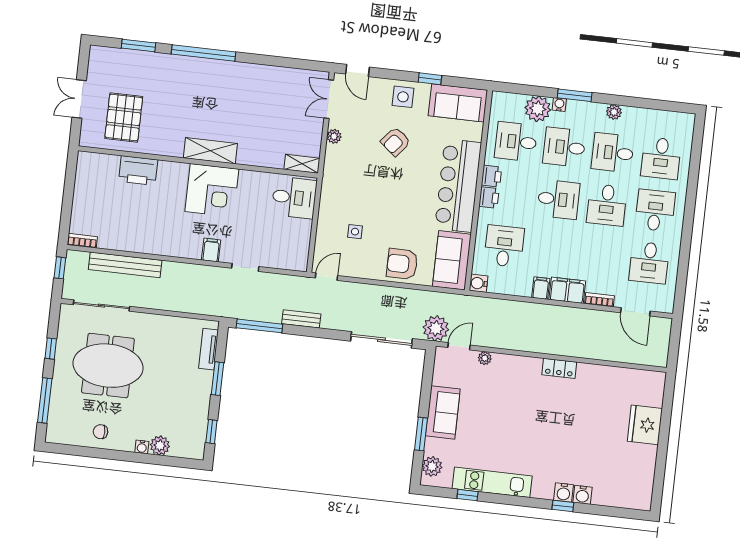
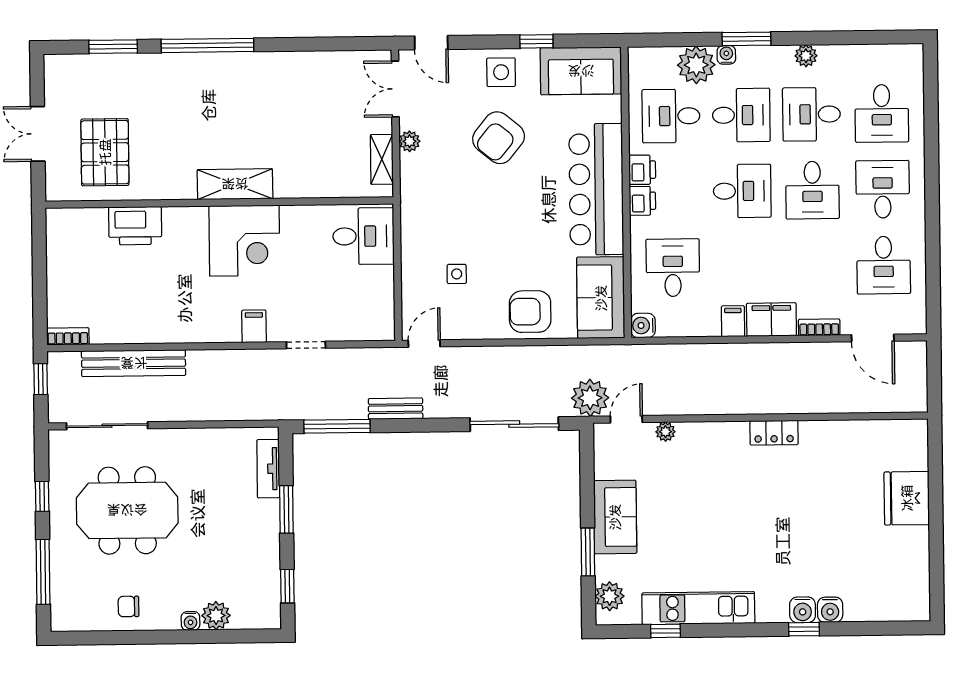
armchair: (396, 142) -> (499, 138), width x1.38, depth x1.38
desk: (564, 147) -> (741, 115), turned 180
shelving: (302, 164) -> (382, 159), moved, turned 90

